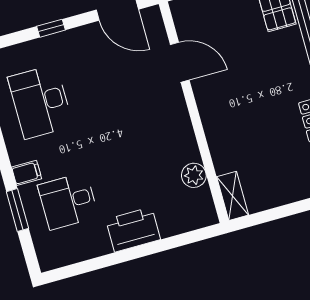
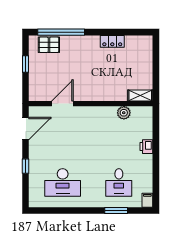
filing cabinet: (27, 173) -> (147, 200), moved
printer: (133, 229) -> (146, 147), width x0.53, depth x0.68

